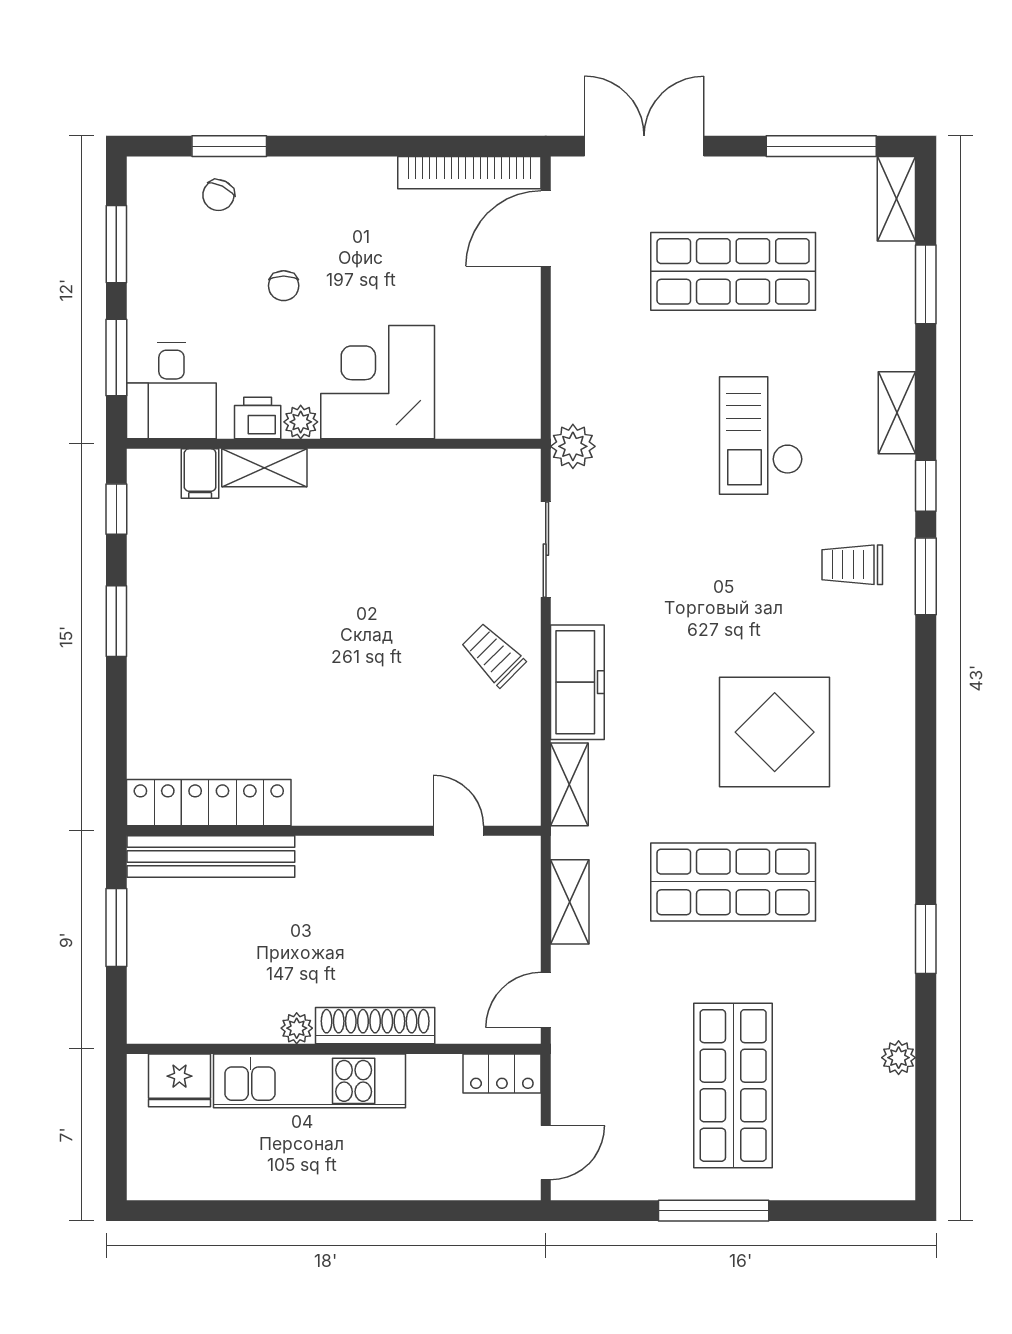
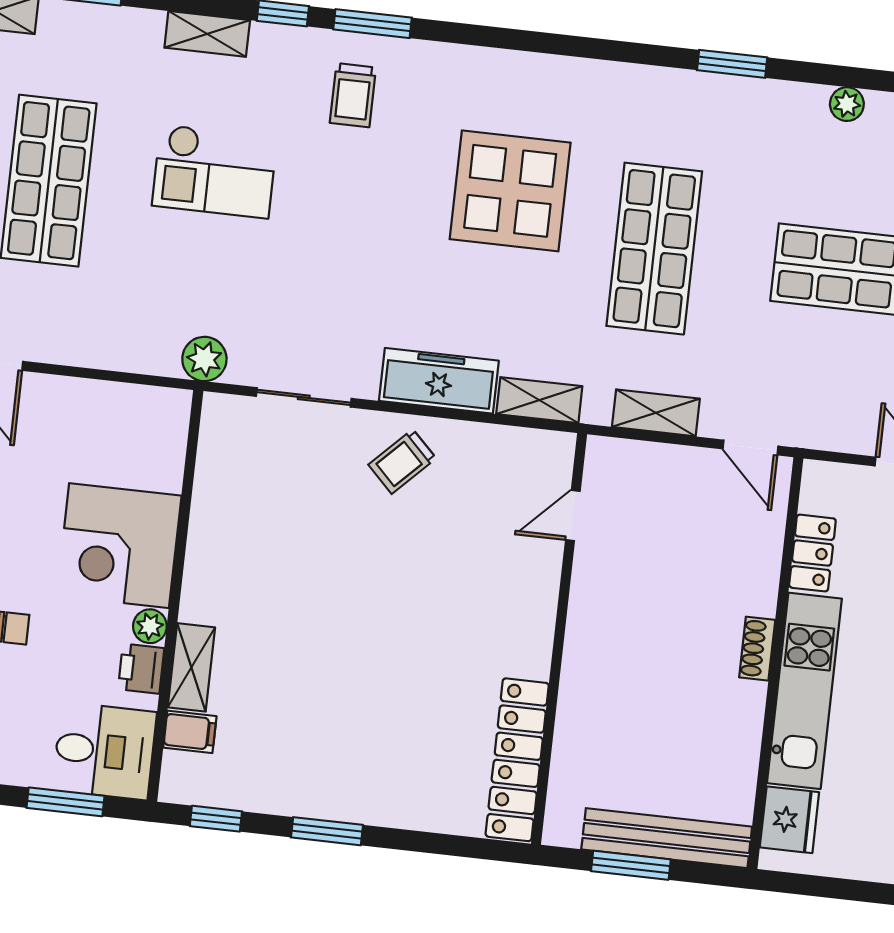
bench: (211, 857) -> (667, 838), moved, turned 90
shoe rack: (375, 1026) -> (757, 649), width x0.51, depth x0.81
plant: (297, 1028) -> (751, 698), removed
locker: (502, 1074) -> (812, 553), moved

